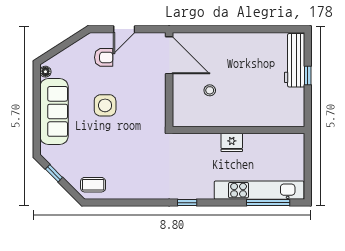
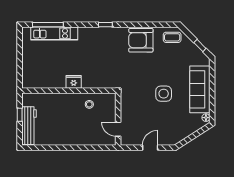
door: (169, 55) -> (118, 129), width x0.53
armchair: (104, 57) -> (141, 40), moved, width x1.88, depth x1.88
wall: (238, 130) -> (69, 91), moved
fridge: (232, 142) -> (74, 82), moved
kitchen unit: (259, 190) -> (54, 33), width x0.73

